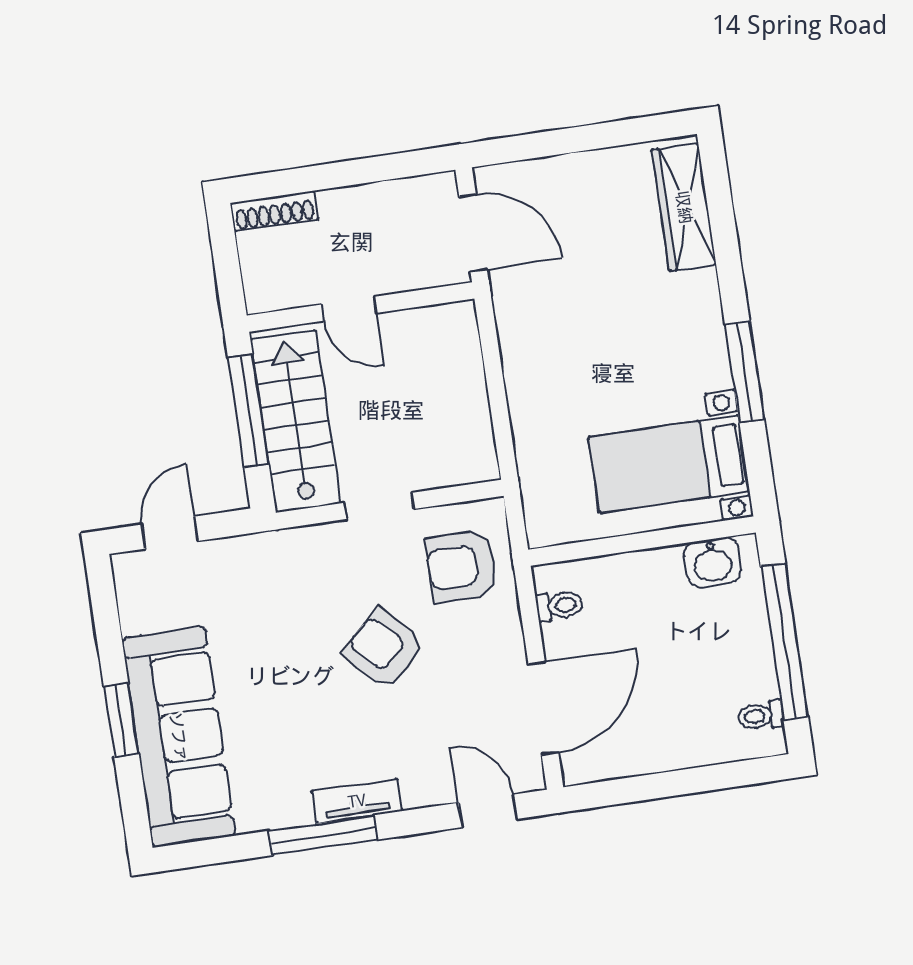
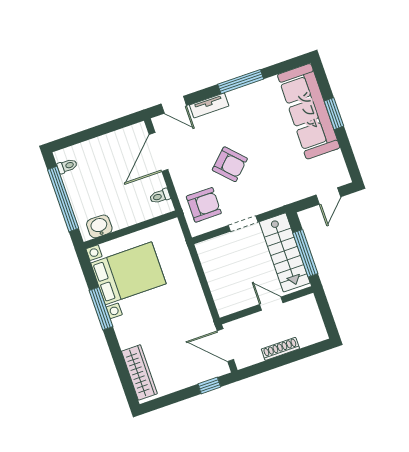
window: (528, 147) -> (209, 385), added
shoe rack: (274, 211) -> (280, 349), moved
bed with nightstands: (669, 464) -> (128, 273), width x1.36
tv unit: (357, 801) -> (209, 105), moved

